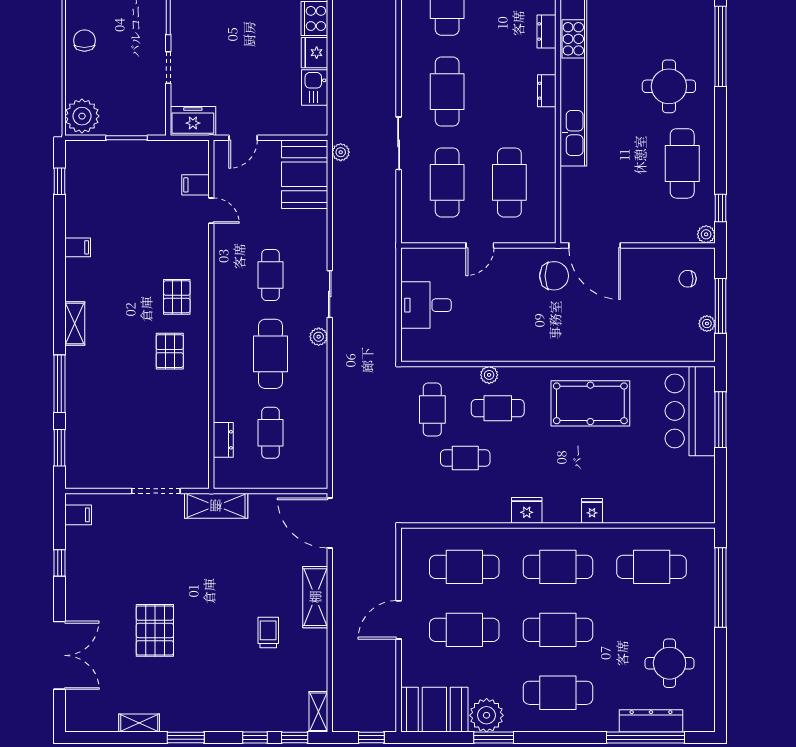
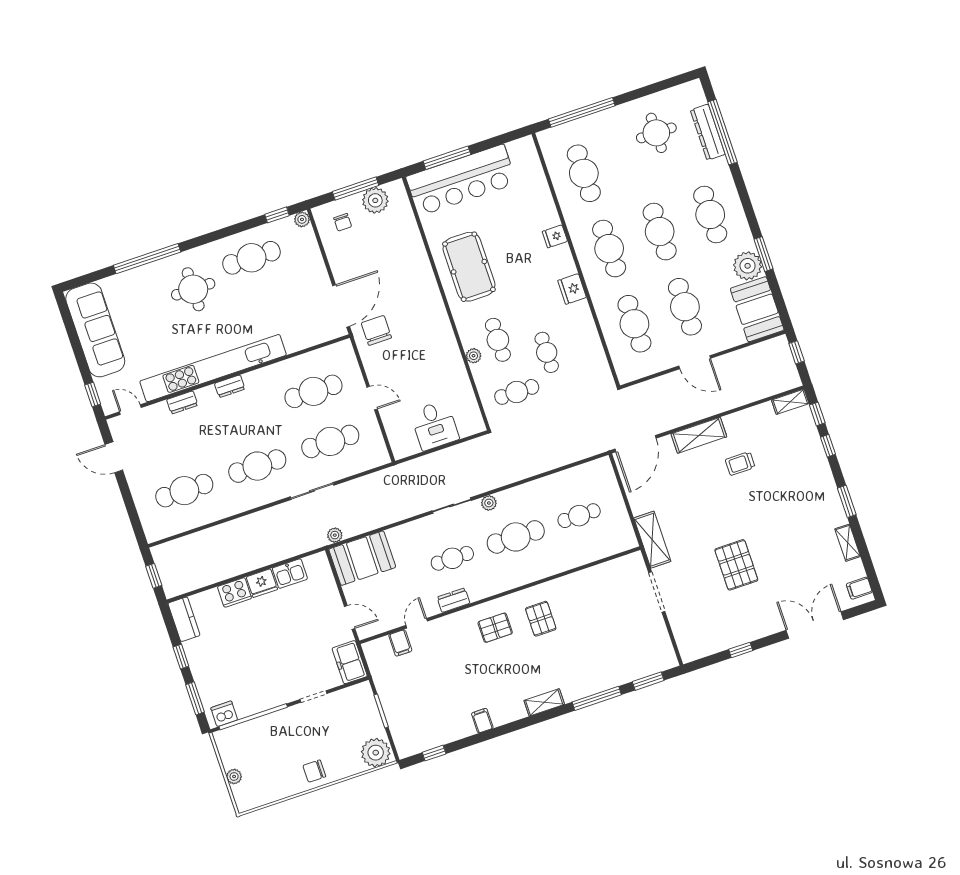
plant: (707, 324) -> (375, 200), width x1.87, depth x1.87
pallet: (170, 351) -> (541, 619), turned 90
bar counter: (690, 411) -> (461, 180), width x1.36
dresser: (223, 440) -> (453, 600), moved
filing cabinet: (78, 515) -> (859, 588), moved, turned -90
pallet: (155, 630) -> (736, 565), moved, turned 90

